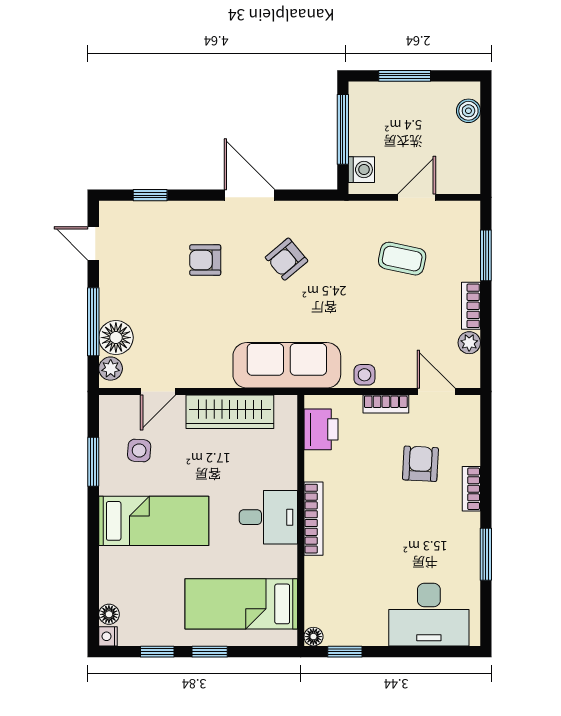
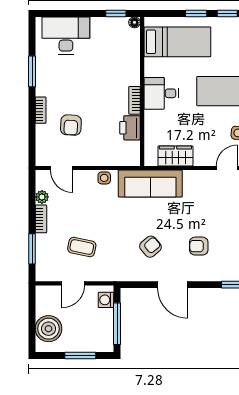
boiler: (468, 111) -> (48, 329), width x1.86, depth x1.86
armchair: (205, 260) -> (199, 246), turned 180
bookcase: (386, 404) -> (91, 161), removed
wardrobe: (230, 412) -> (175, 156), width x0.67
printer: (321, 429) -> (130, 128), moved
bookcase: (313, 519) -> (134, 100), width x0.64

